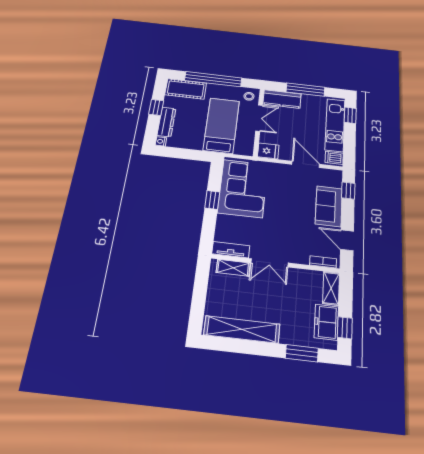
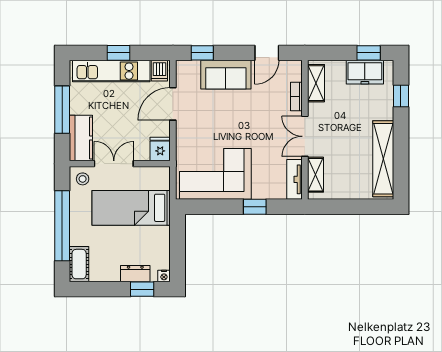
cot: (186, 89) -> (79, 264), width x0.73, depth x0.75
window: (156, 107) -> (142, 289), moved
window: (350, 115) -> (119, 53), moved
dresser: (166, 122) -> (135, 274), width x0.70
window: (212, 200) -> (255, 207), moved
bookcase: (323, 262) -> (296, 97), moved
double door: (269, 263) -> (305, 136), swing flipped
shelving: (331, 288) -> (316, 83), moved, turned 90
window: (302, 353) -> (401, 96), width x0.67

